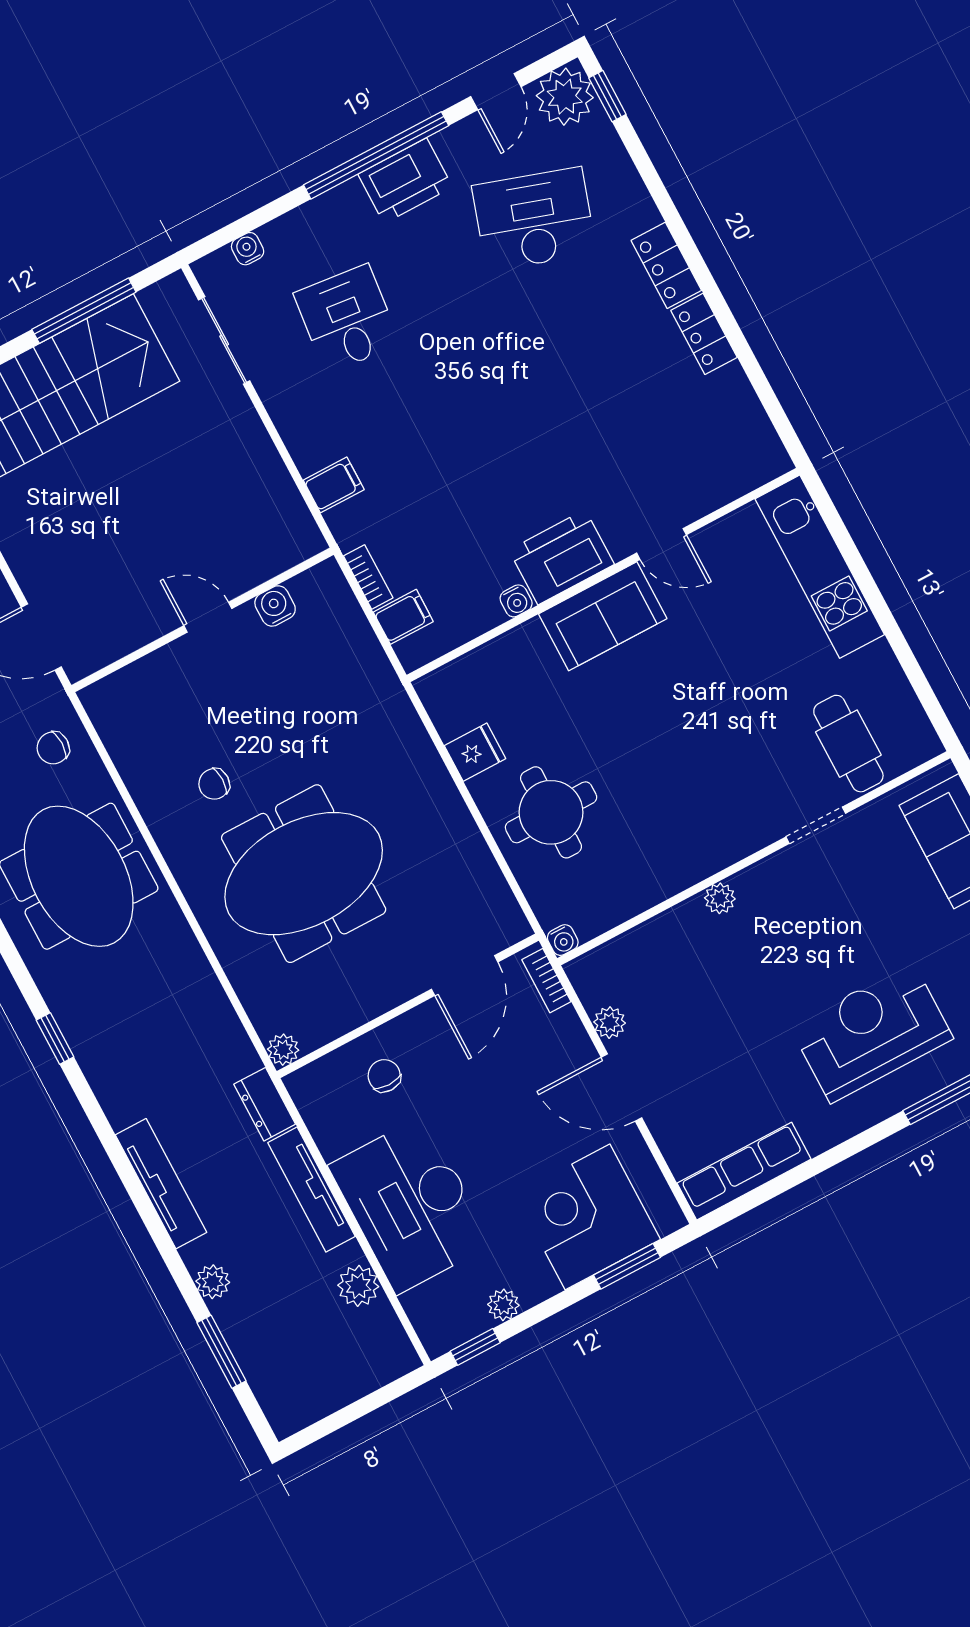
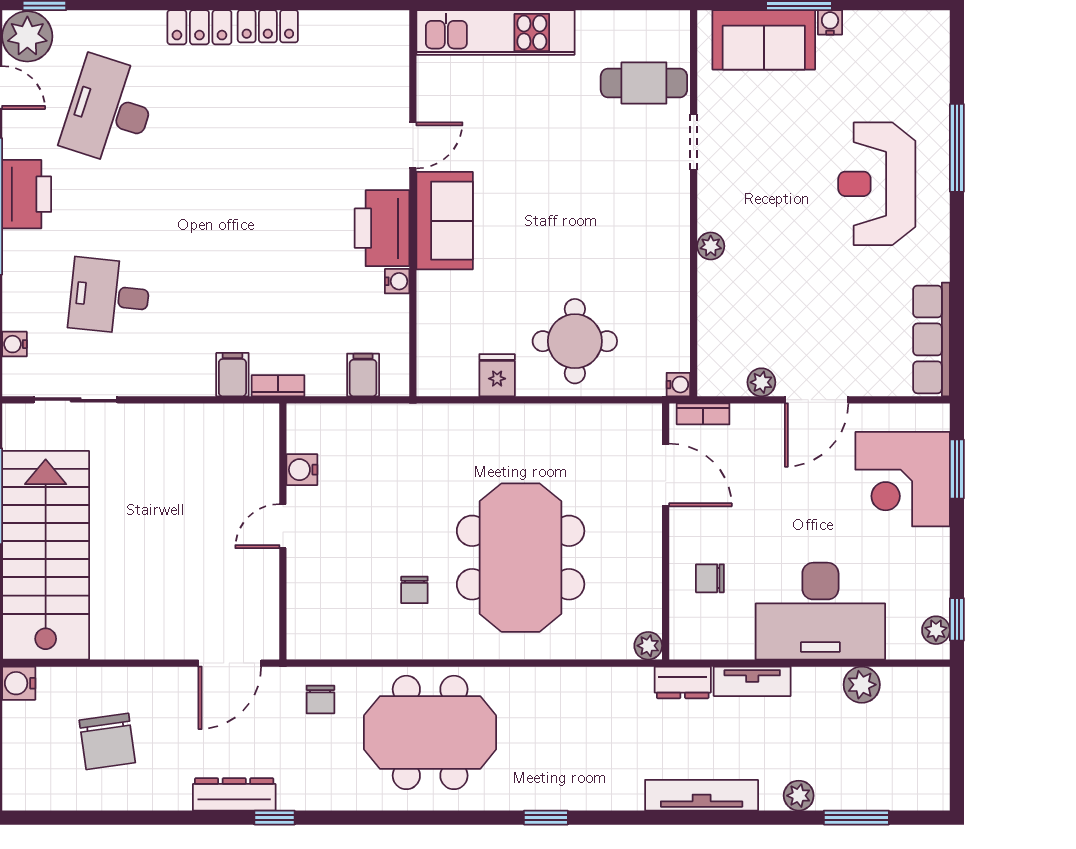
bookcase: (368, 577) -> (278, 386), moved
tv unit: (311, 1190) -> (752, 681), width x0.71
plant: (503, 1305) -> (936, 630), moved

